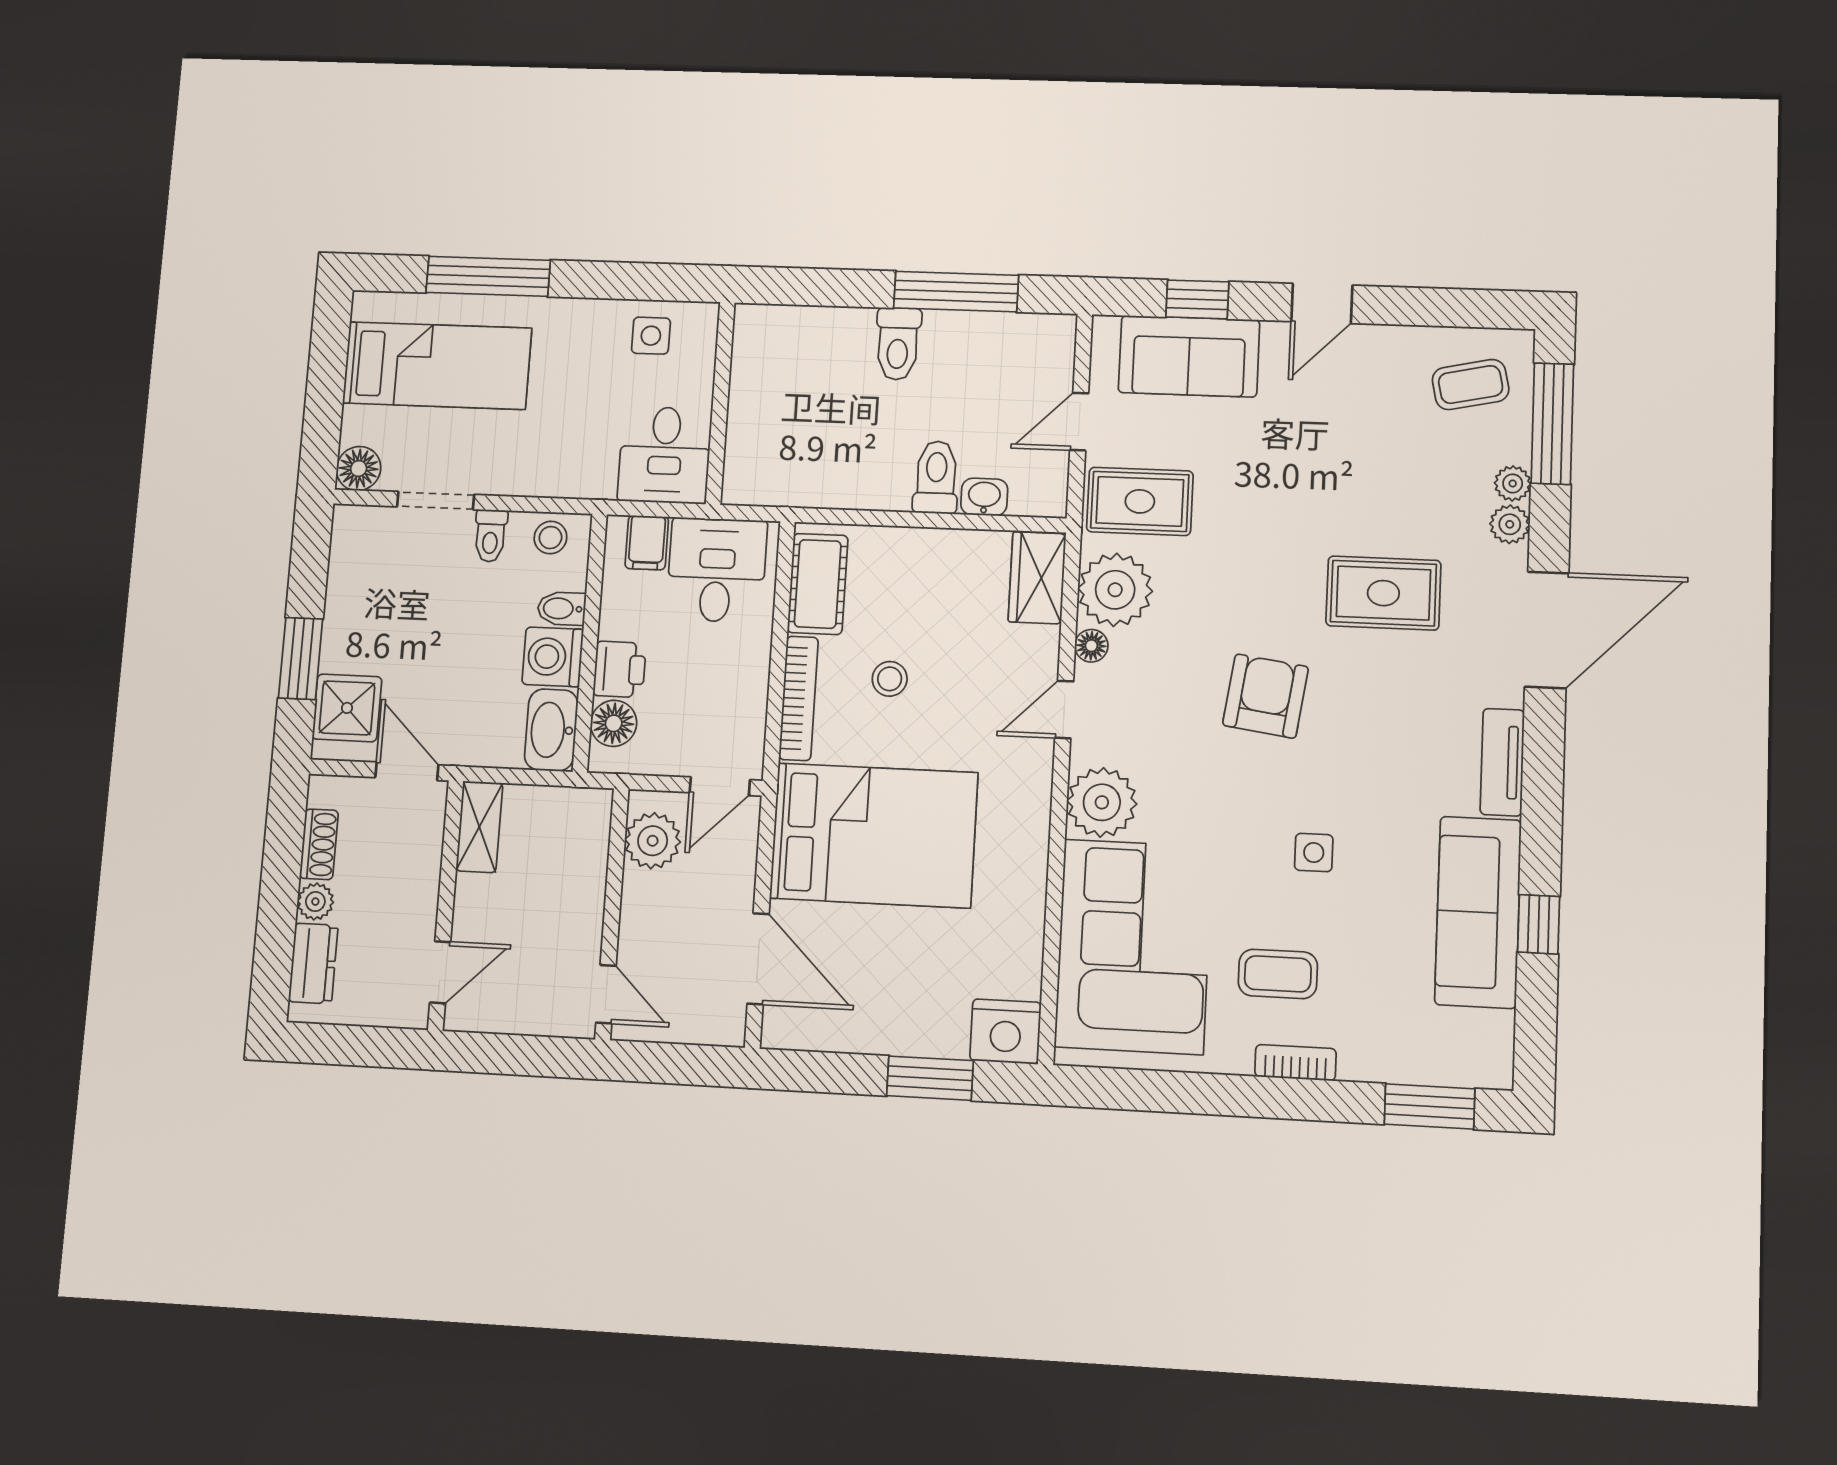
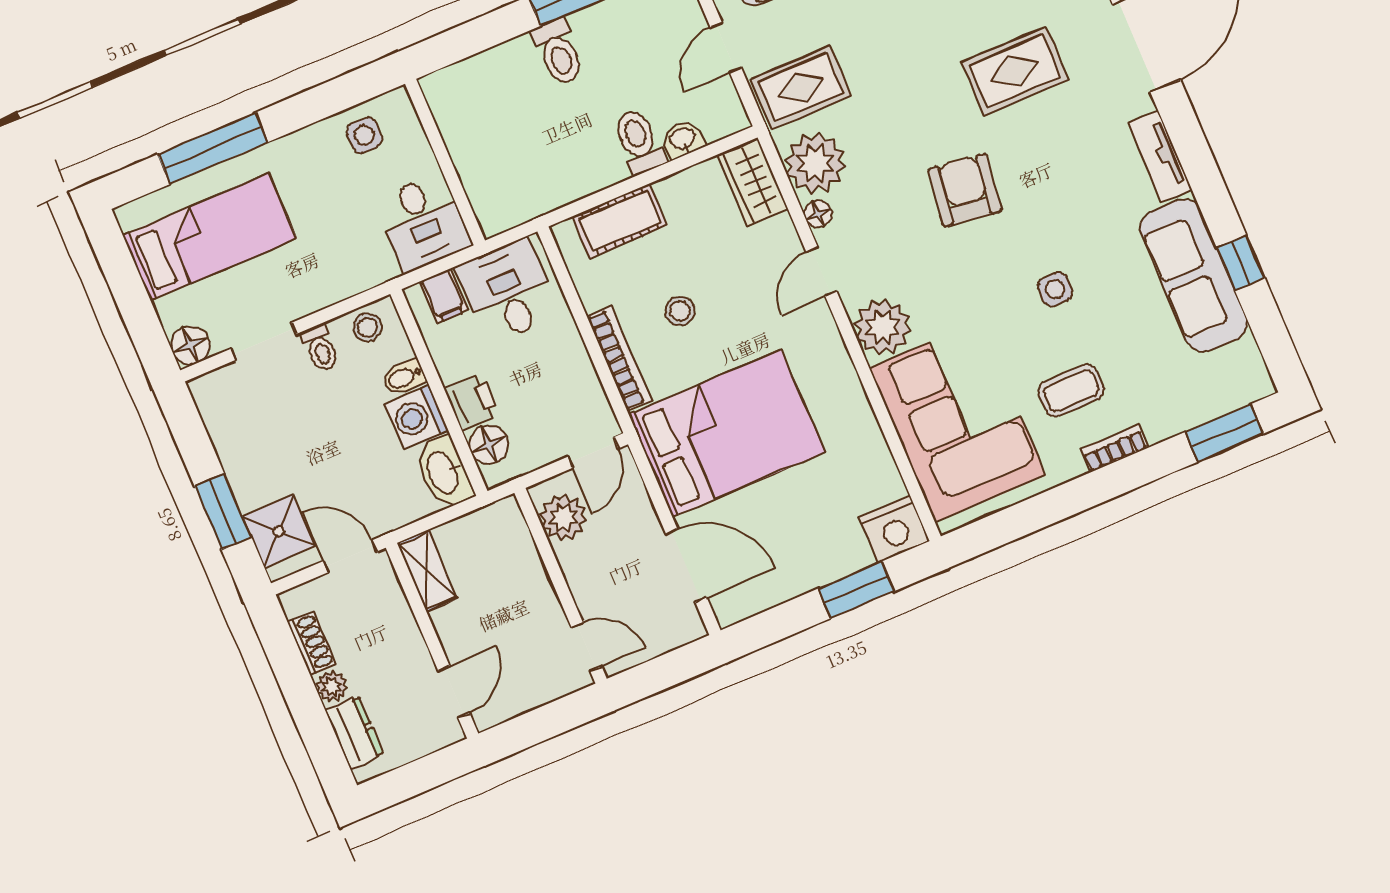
cot: (818, 584) -> (620, 221), moved, turned 90

